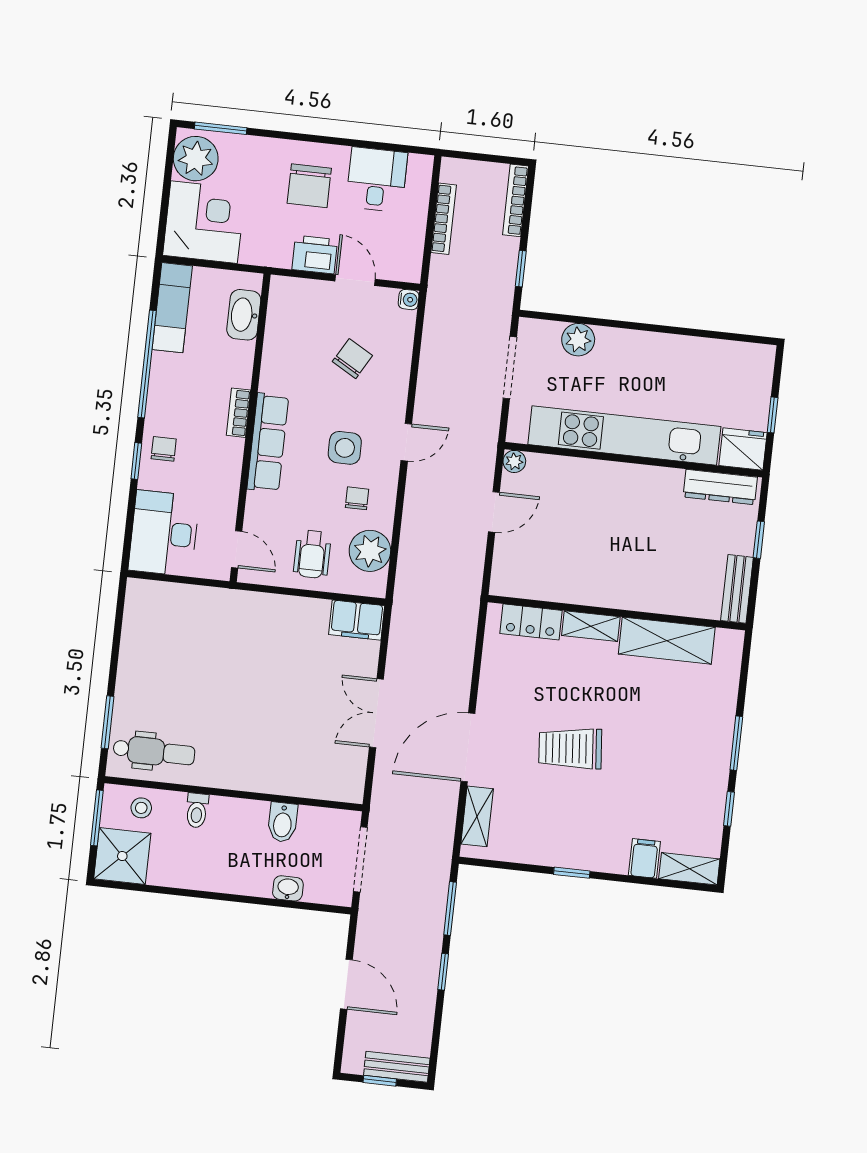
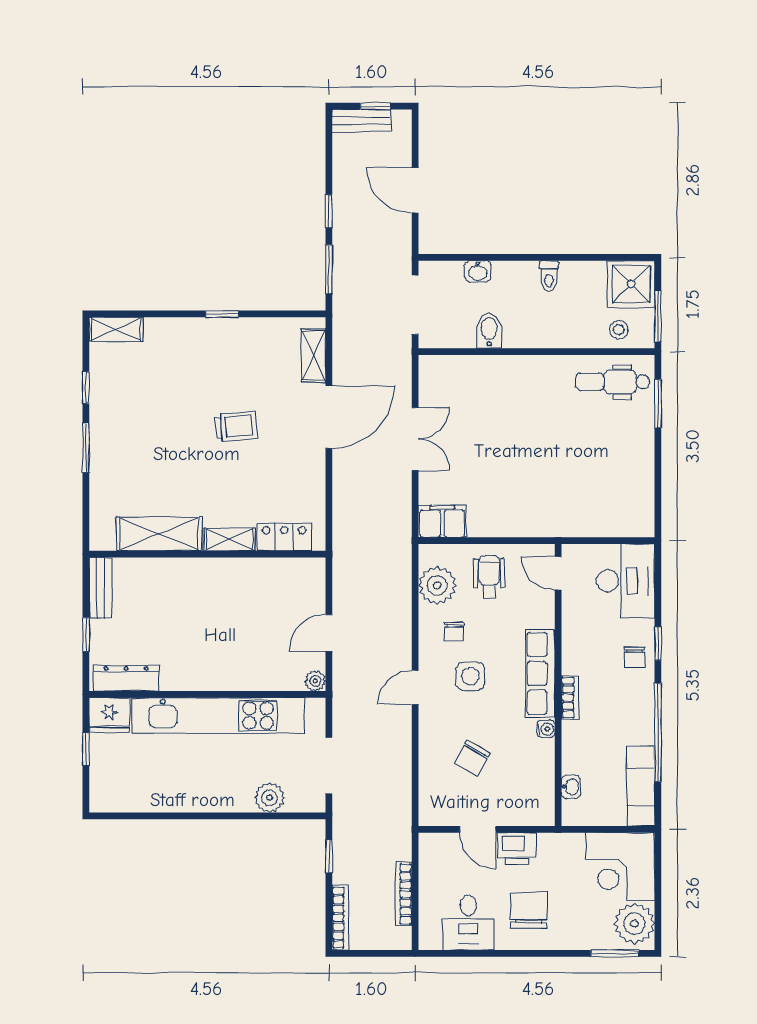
water cooler: (409, 300) -> (546, 729), moved, turned 180
washbasin: (244, 315) -> (571, 787), width x0.52, depth x0.69
trolley: (570, 748) -> (236, 426), width x0.73, depth x0.72
toilet: (197, 810) -> (549, 276), moved, turned 180
filing cabinet: (644, 858) -> (158, 334), removed

